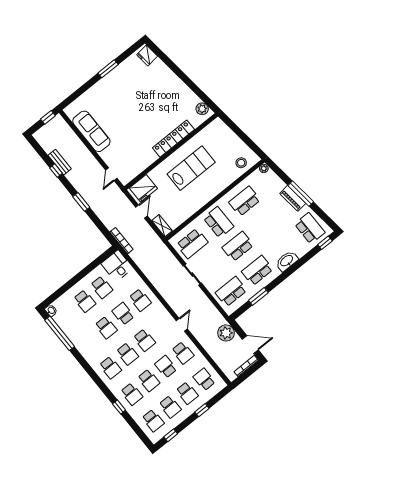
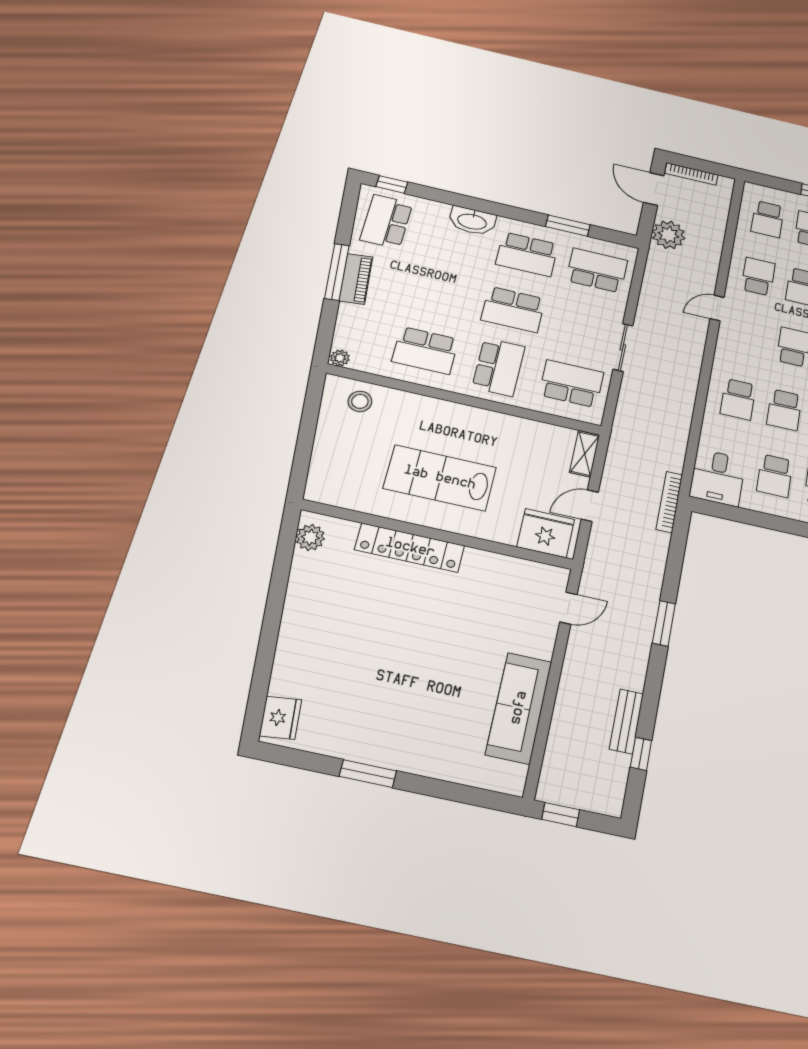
window: (56, 171) -> (641, 754), moved
school desk: (218, 222) -> (499, 367), turned 180
school desk: (102, 287) -> (775, 476), turned 180
school desk: (231, 292) -> (597, 270), turned 180
school desk: (140, 300) -> (738, 399), turned 180

